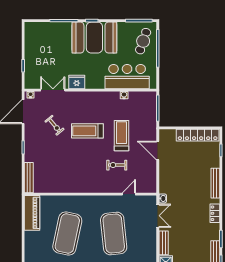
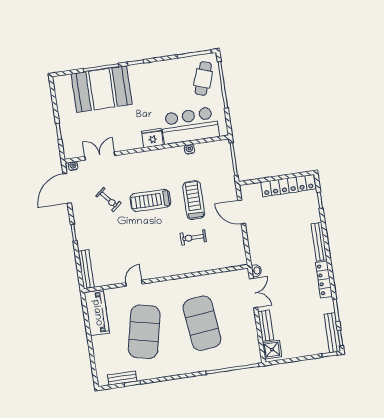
booth: (94, 38) -> (102, 89), moved
fridge: (77, 82) -> (153, 138), moved
door: (129, 194) -> (134, 283), moved
locker: (215, 213) -> (324, 279), width x1.53

